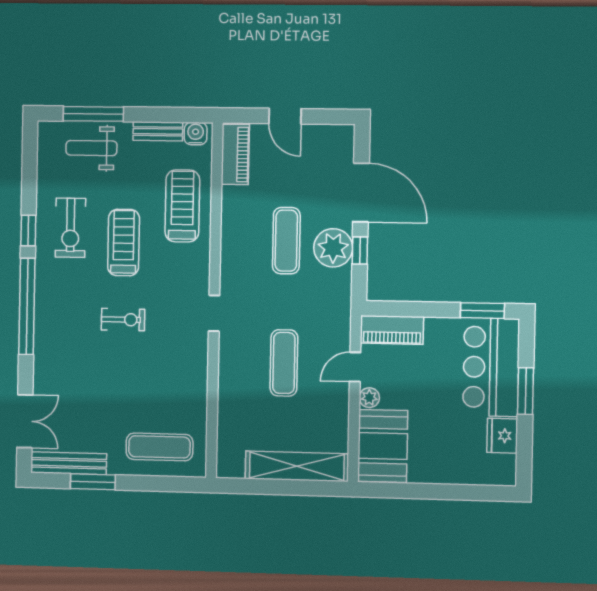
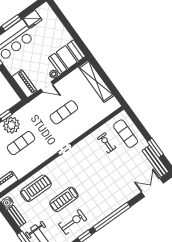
treadmill: (182, 206) -> (36, 188), turned 180
exercise bike: (123, 320) -> (107, 143), moved

